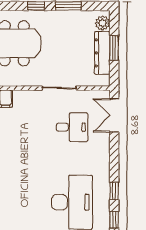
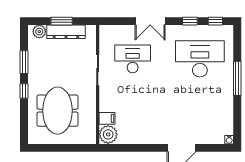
double door: (114, 115) -> (150, 21), moved
desk: (72, 127) -> (133, 59), width x1.37

